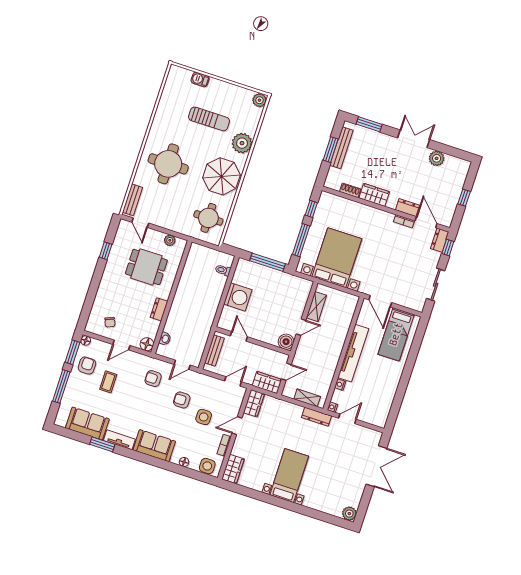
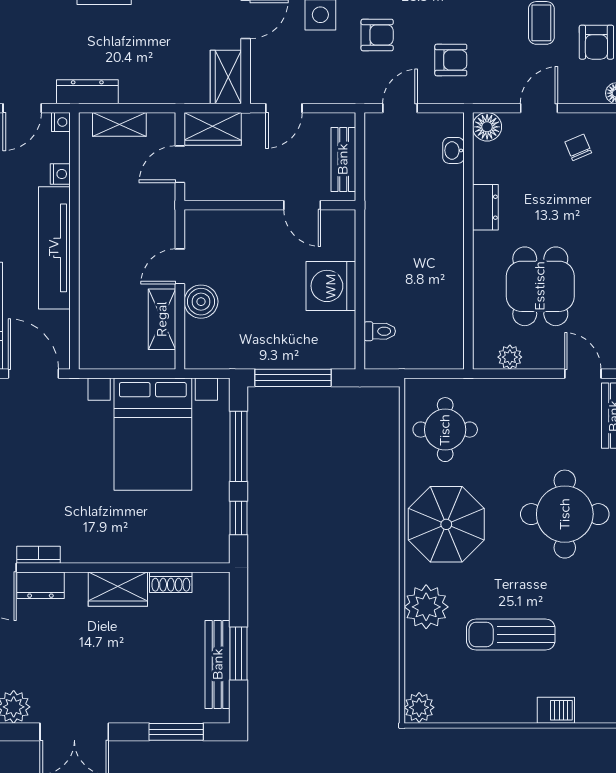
dining table: (146, 267) -> (540, 286), turned 90
boiler: (286, 342) -> (201, 302), moved

